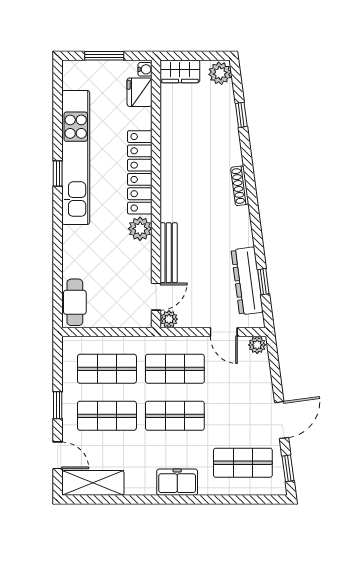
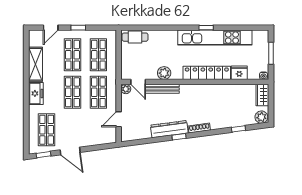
fridge: (140, 92) -> (239, 73), moved
plant: (140, 229) -> (164, 73), moved
dresser: (247, 281) -> (169, 129), moved
window: (263, 282) -> (179, 137), moved
plant: (257, 345) -> (112, 138), removed
shelving: (93, 483) -> (35, 64), moved

